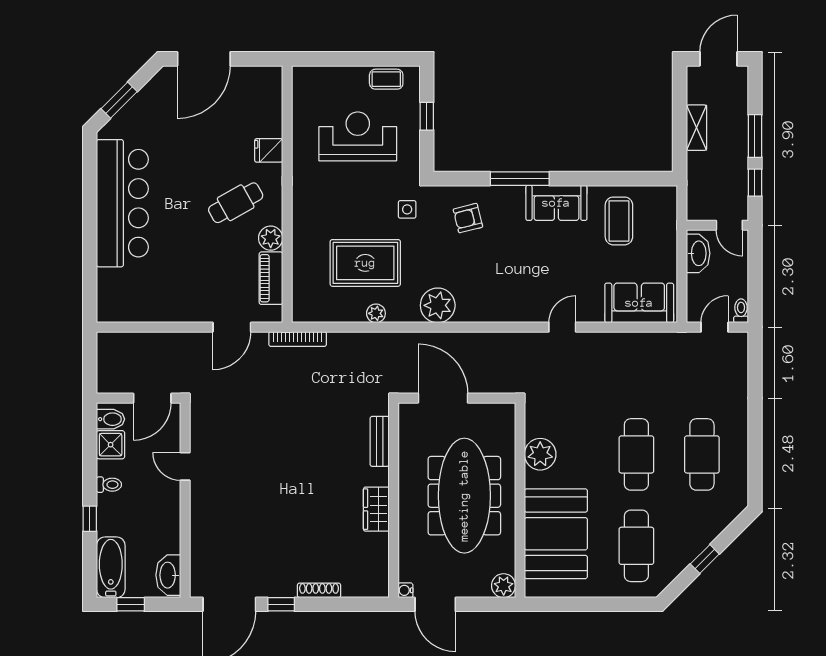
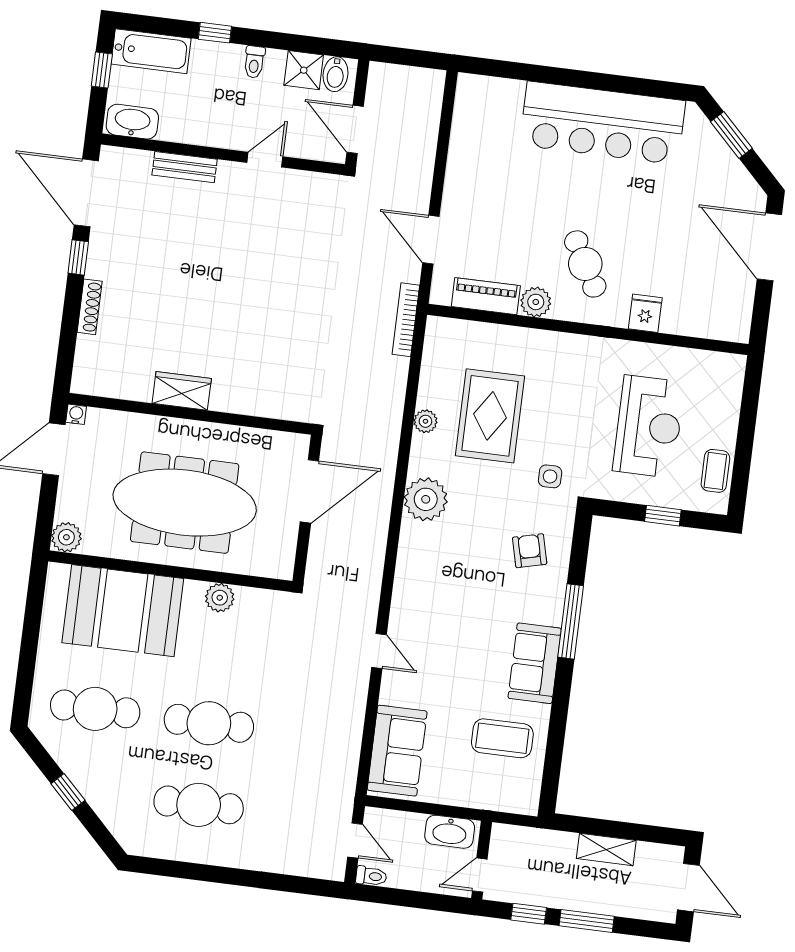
bench: (380, 441) -> (185, 167), moved
plant: (540, 454) -> (220, 598), width x0.73, depth x0.73

